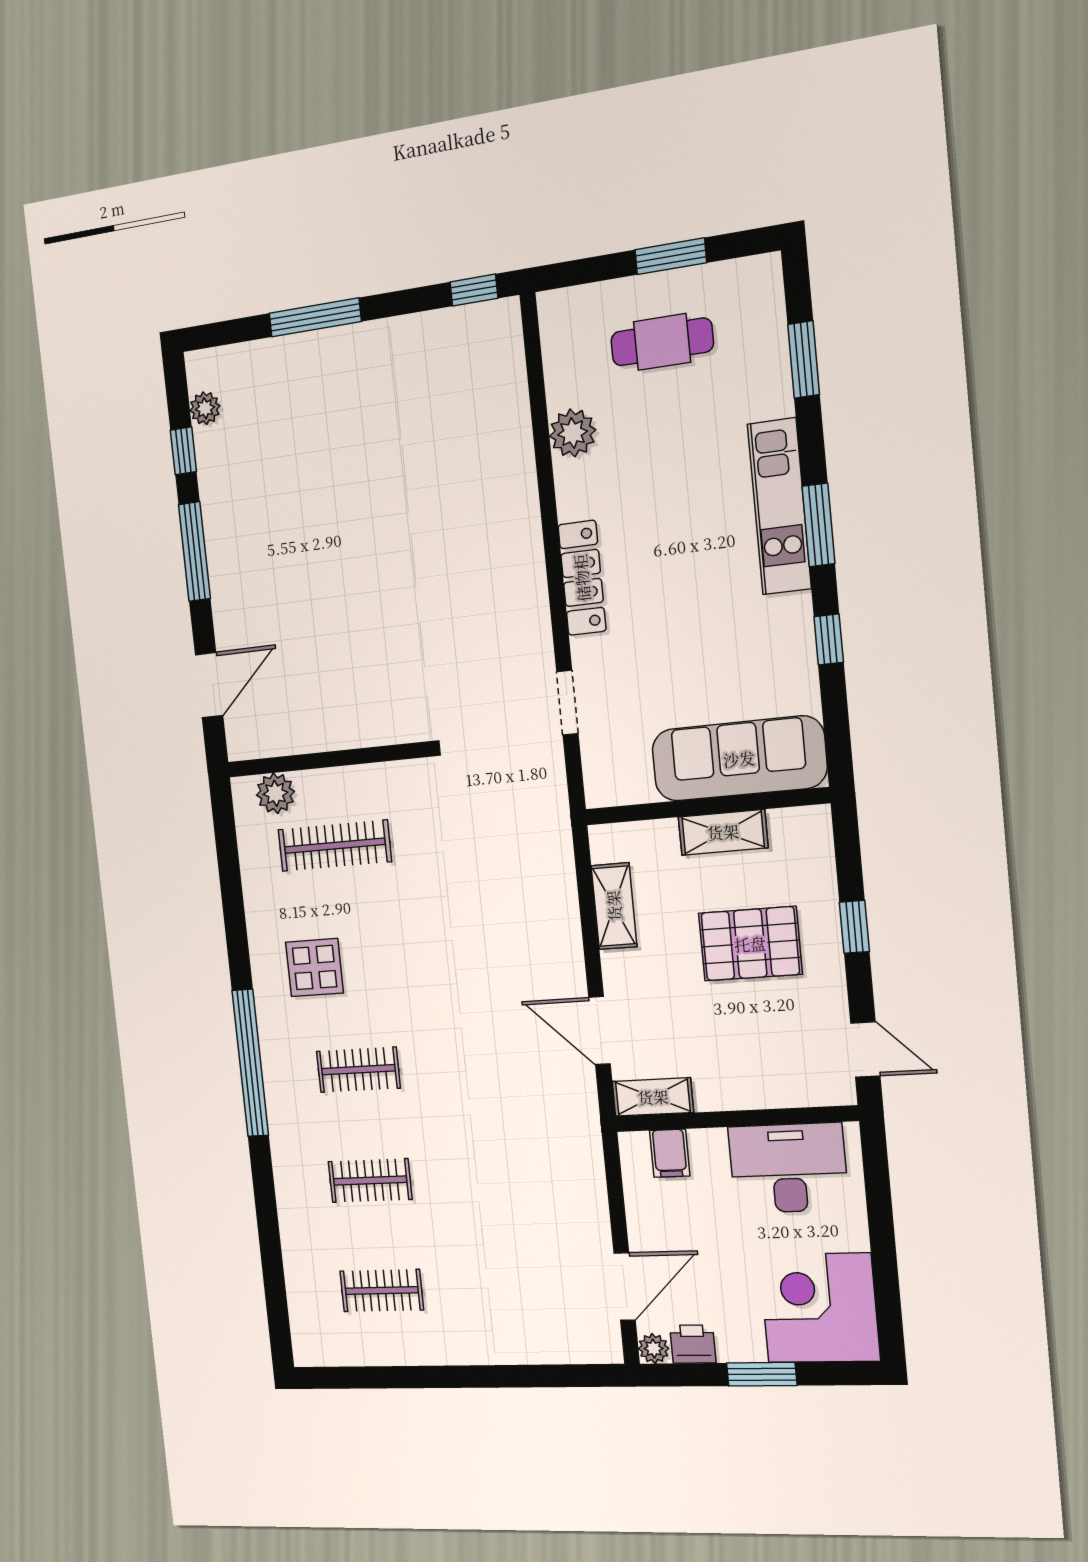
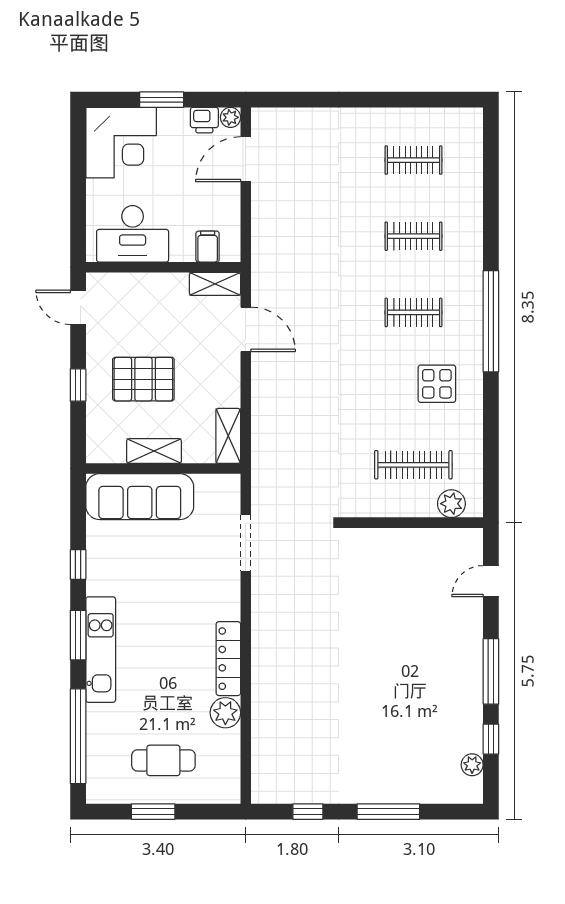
window: (474, 290) -> (308, 812), moved
window: (804, 360) -> (78, 736), width x2.11
locker: (582, 578) -> (228, 659), moved
door: (209, 685) -> (491, 581), width x0.73
doorway: (567, 703) -> (246, 543), width x1.38
shelving: (614, 906) -> (228, 436), moved

